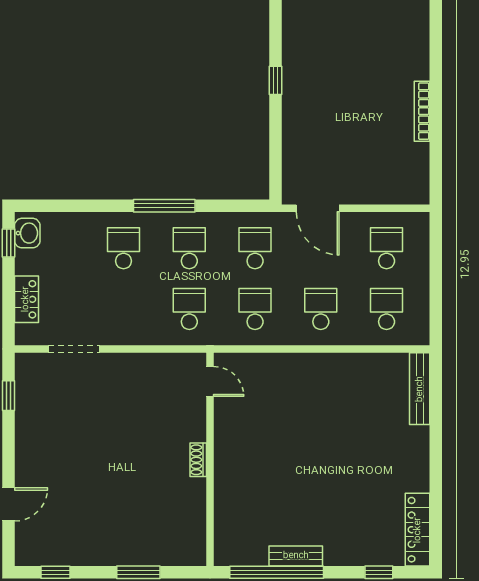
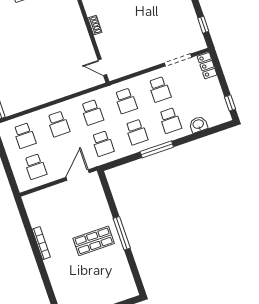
window: (276, 80) -> (122, 233), width x2.17
shop shelf: (329, 84) -> (94, 241), added
door: (318, 208) -> (78, 175), hinge flipped
washbasin: (27, 233) -> (198, 124), moved, turned 90
locker: (26, 299) -> (207, 66), moved
school desk: (124, 309) -> (160, 89), added

